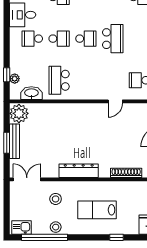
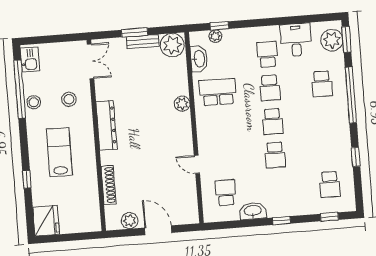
school desk: (113, 39) -> (275, 155), width x0.54
plant: (66, 109) -> (182, 104), added
bench: (14, 141) -> (143, 42), width x0.73

